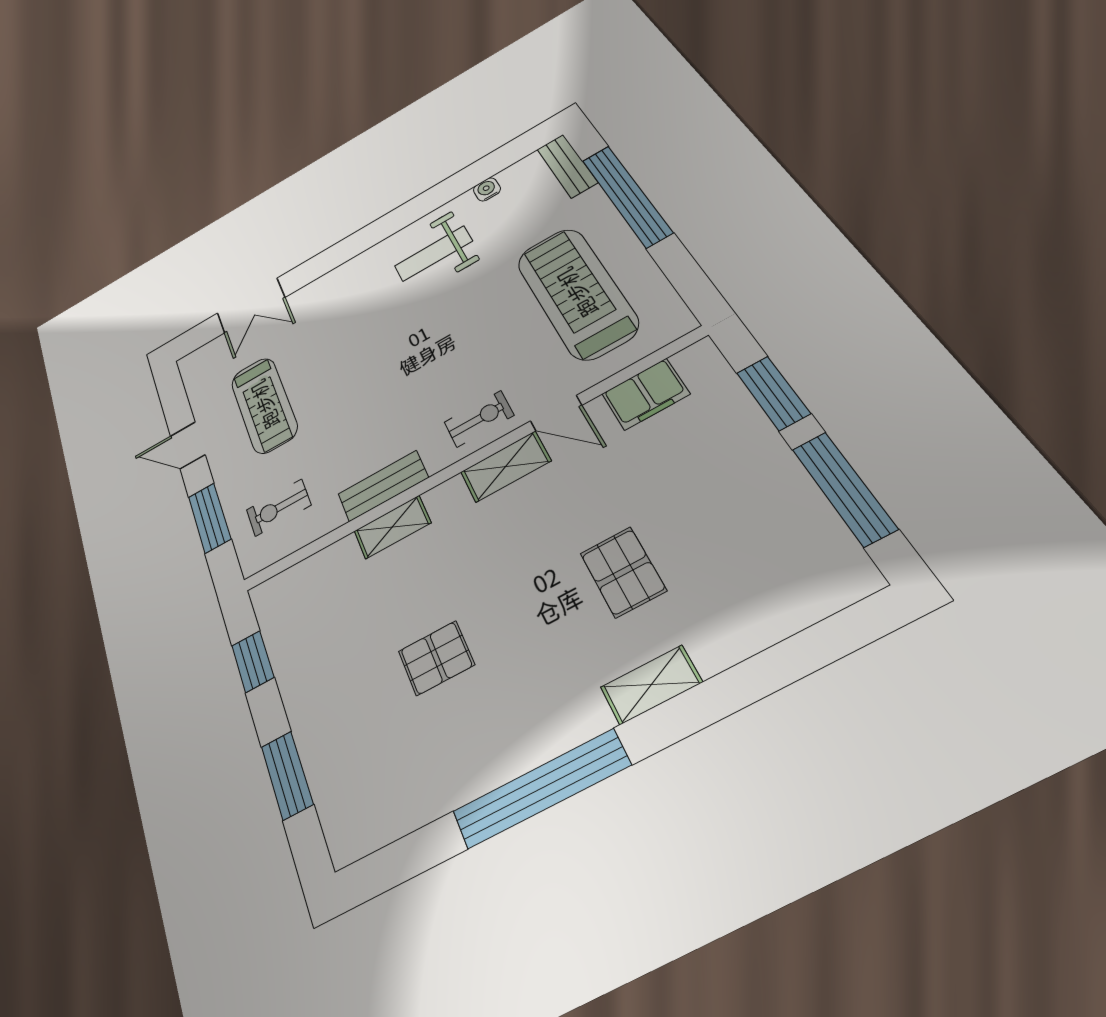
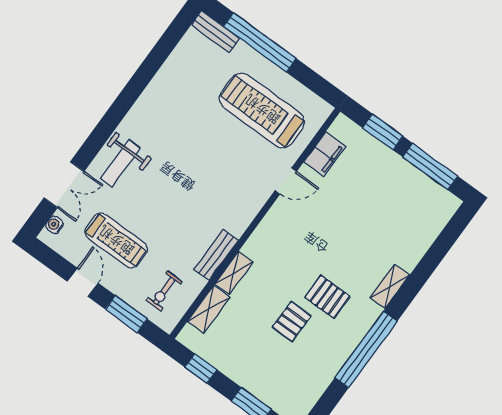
water cooler: (487, 189) -> (55, 225), moved
weight bench: (433, 254) -> (121, 163), moved
exercise bike: (479, 419) -> (247, 199), removed
door: (188, 445) -> (83, 282), swing flipped
shelving: (506, 466) -> (209, 309), moved
pallet: (623, 572) -> (327, 297), moved

